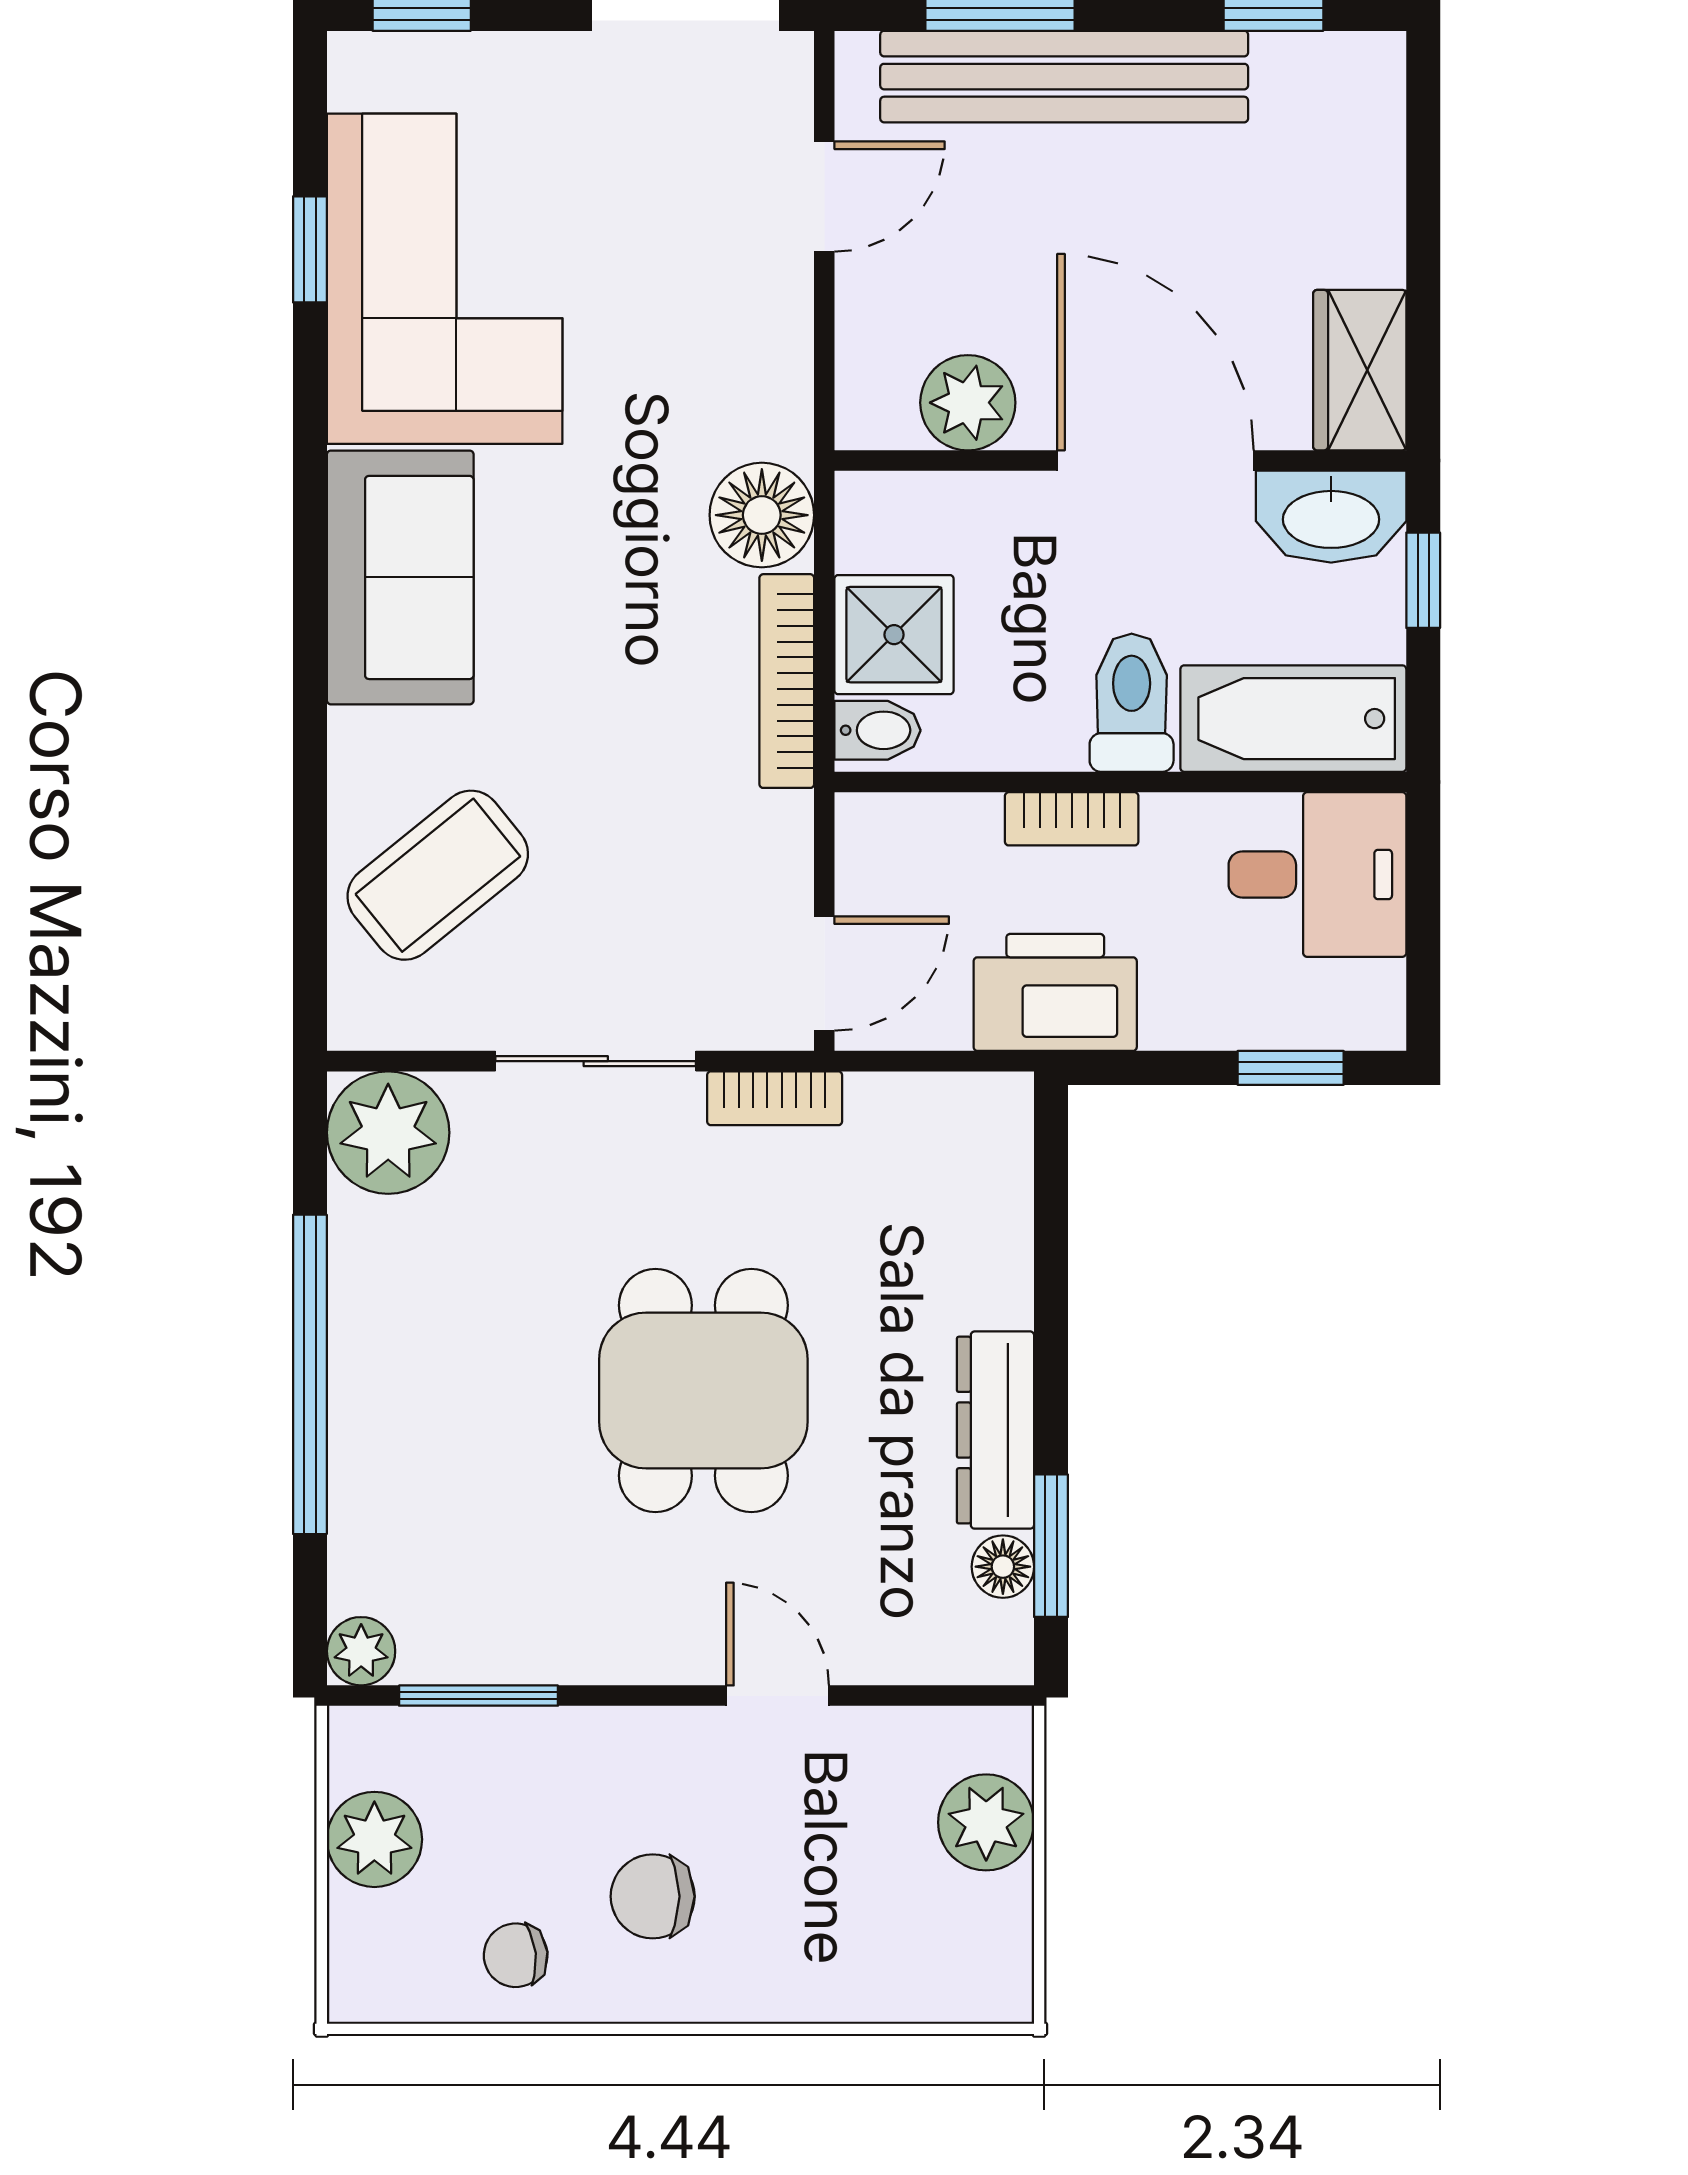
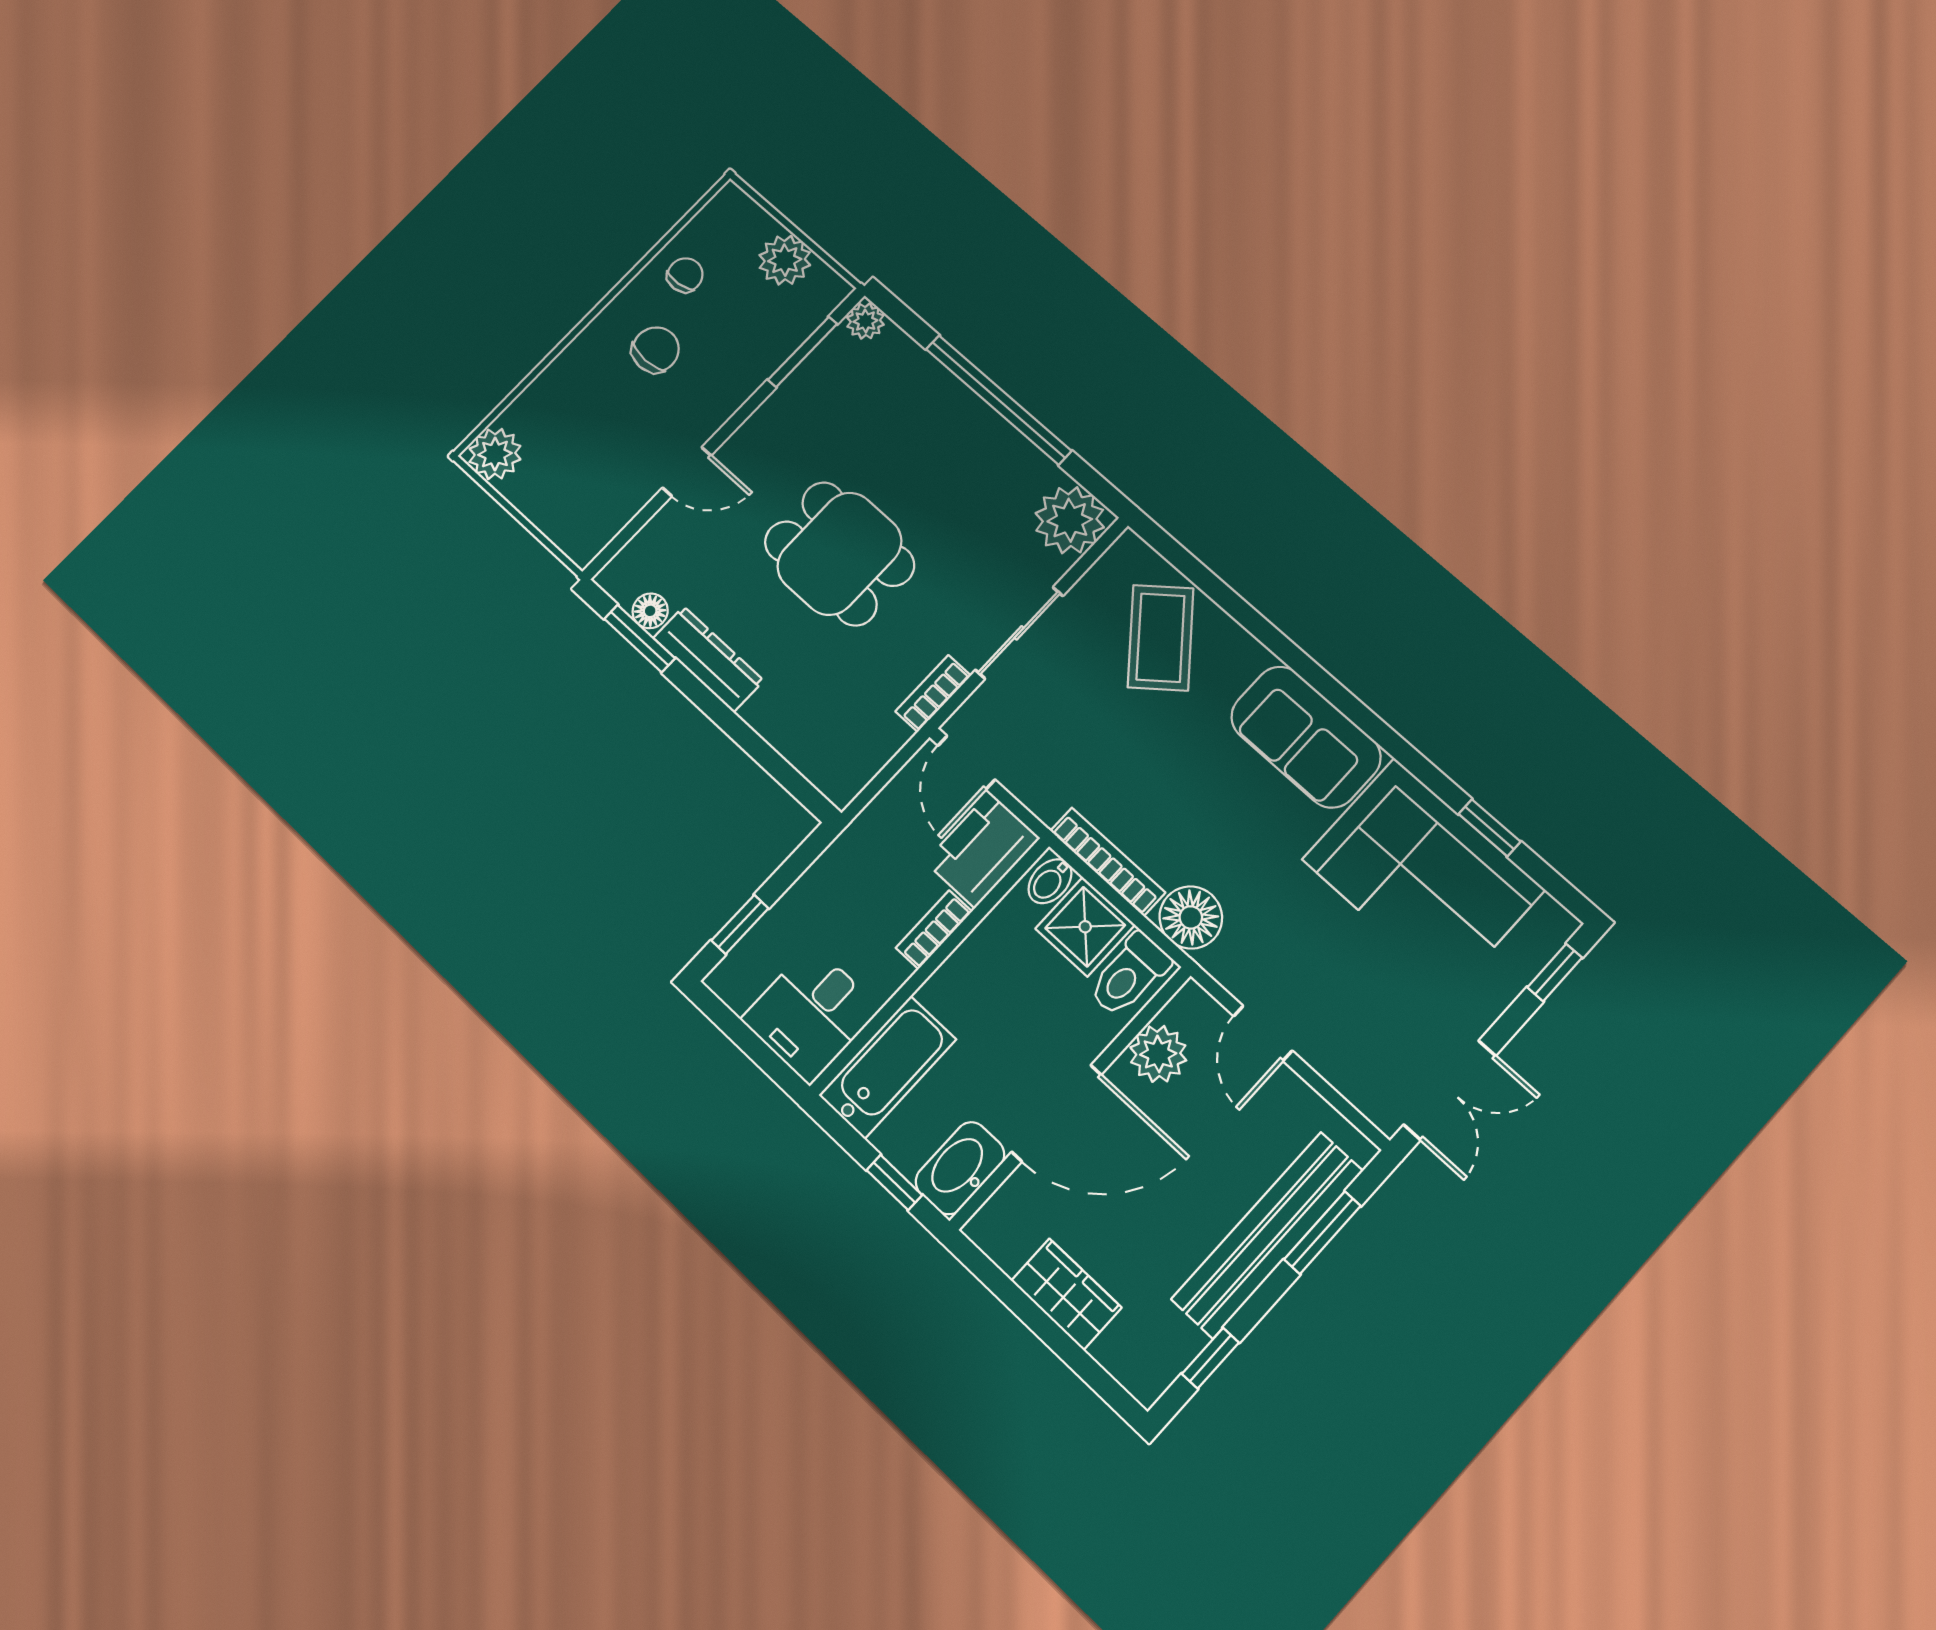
door: (824, 197) -> (1263, 1033), moved
wardrobe: (1360, 370) -> (1066, 1294), moved
toilet: (1132, 703) -> (1129, 975), moved, turned 90
printer: (1055, 992) -> (982, 850), moved, turned 180
plant: (986, 1822) -> (495, 454), moved

